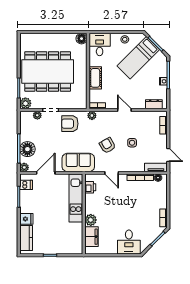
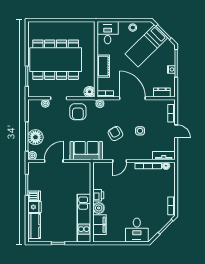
floor lamp: (82, 39) -> (90, 92), moved
plant: (25, 103) -> (34, 91), removed
door: (124, 110) -> (132, 98), width x1.87
armchair: (70, 124) -> (78, 112), turned -90
door: (168, 155) -> (176, 131), moved
door: (112, 173) -> (120, 161), hinge flipped
dishwasher: (26, 185) -> (34, 196), moved
printer: (90, 187) -> (98, 195), moved
kitchen unit: (76, 198) -> (84, 218), moved

